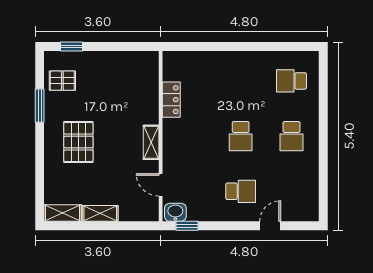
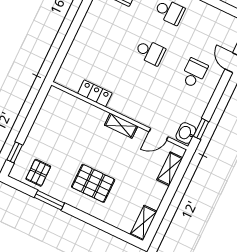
shelving: (100, 213) -> (170, 169), moved

